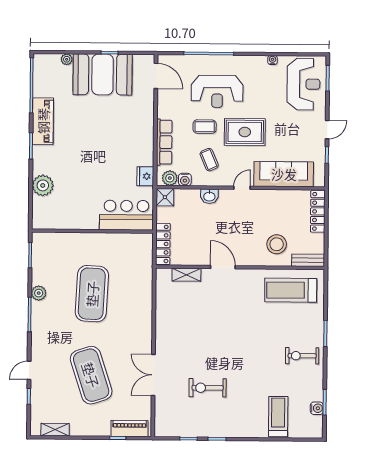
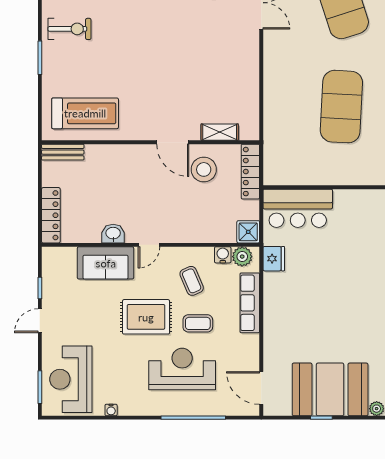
sofa: (284, 174) -> (106, 263), width x0.73
washbasin: (209, 196) -> (113, 234), moved
stool: (277, 244) -> (204, 169), moved

